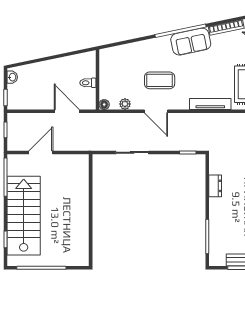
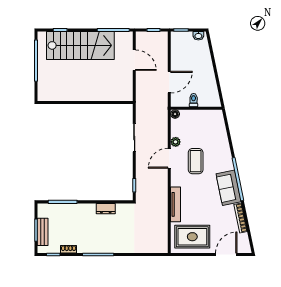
plant: (125, 104) -> (176, 142), moved

